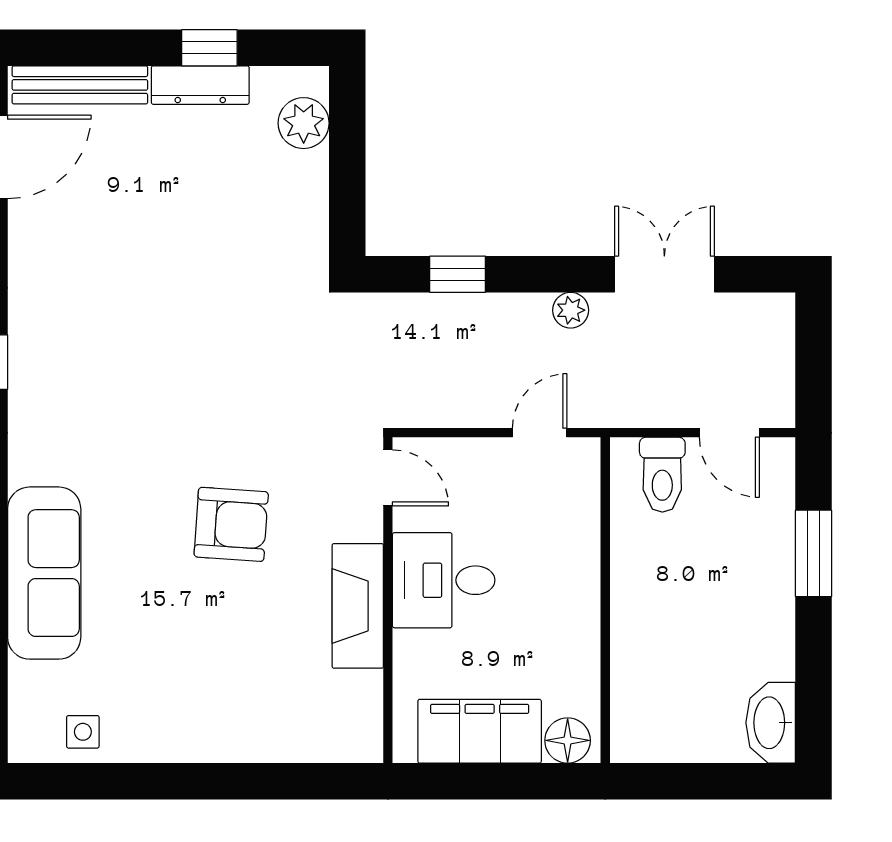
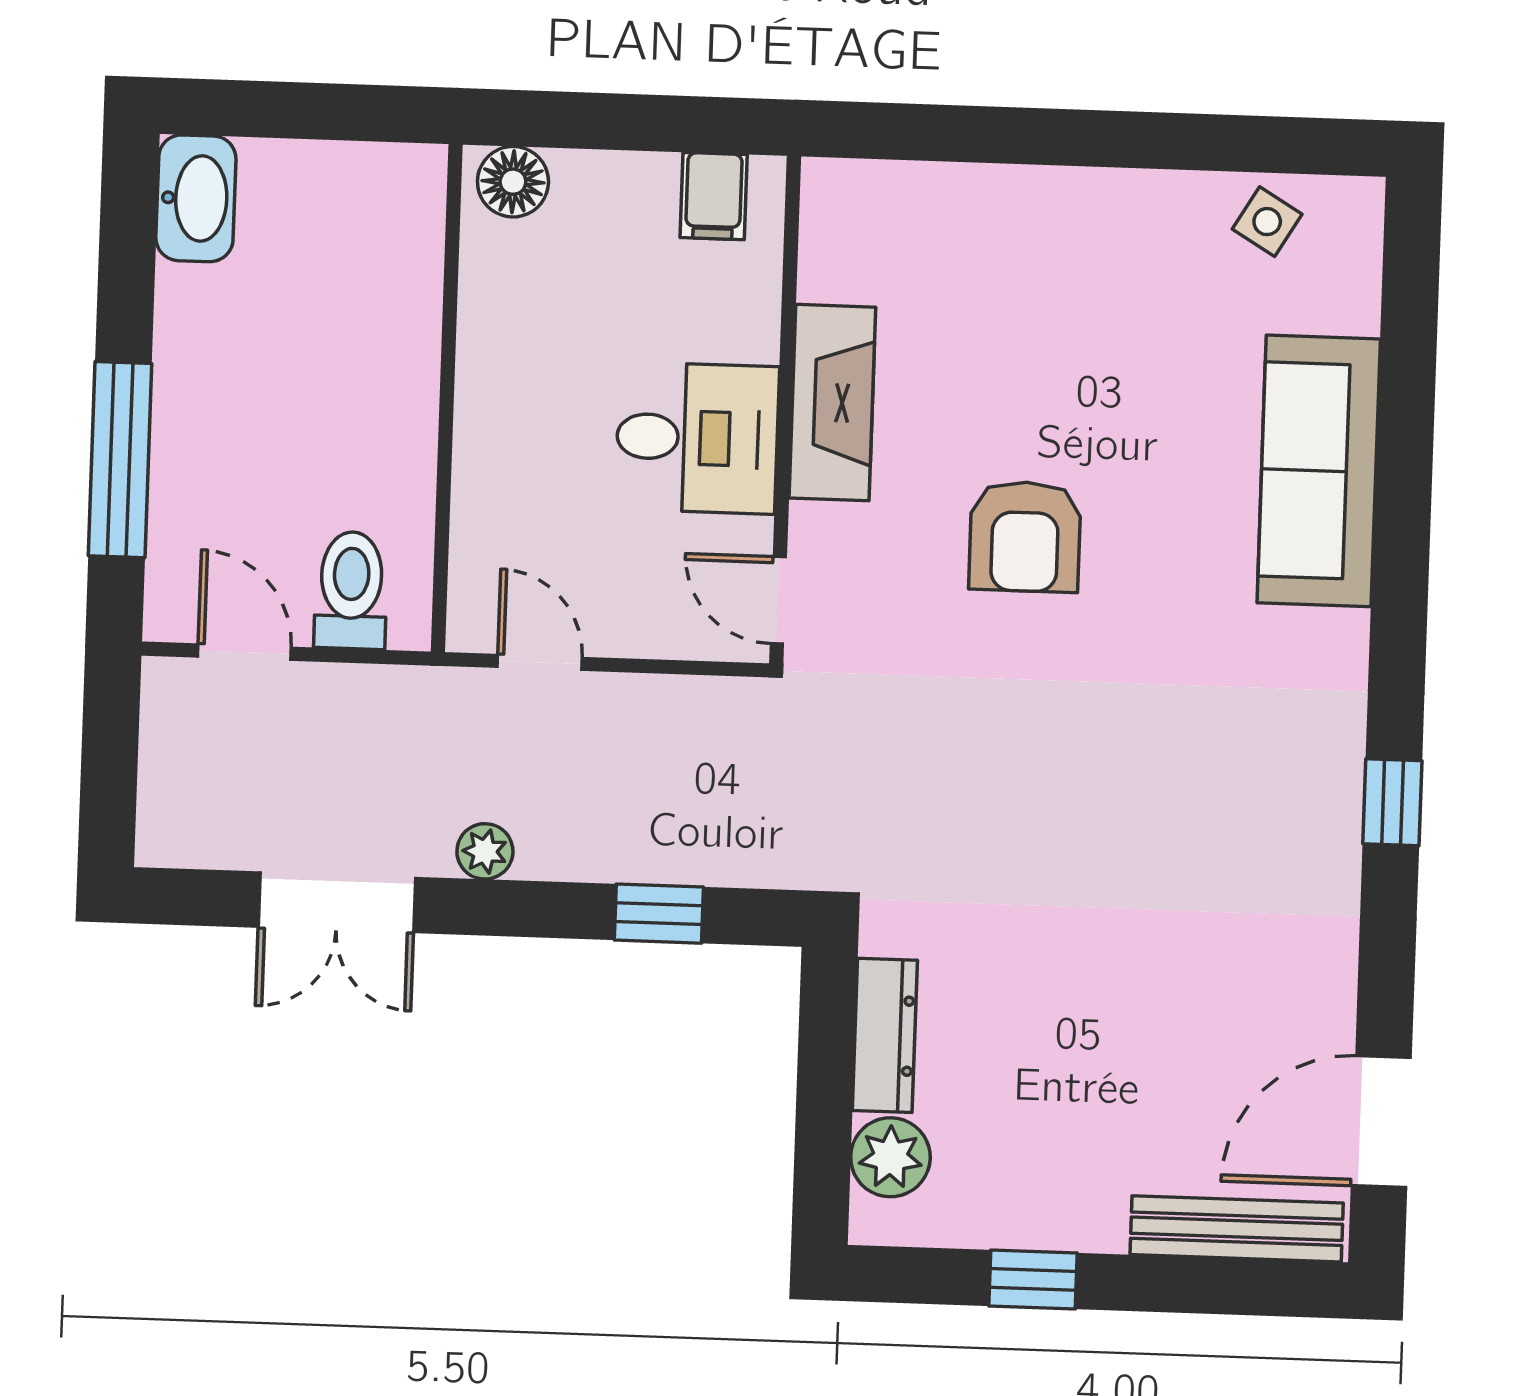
dresser: (200, 85) -> (885, 1035), moved, turned 90
door: (540, 433) -> (540, 662), swing flipped
armchair: (231, 524) -> (1025, 536), turned -94
window: (814, 553) -> (120, 460), width x1.44
filing cabinet: (480, 731) -> (714, 196), width x0.33, depth x0.86
side table: (83, 732) -> (1267, 222), turned 31

